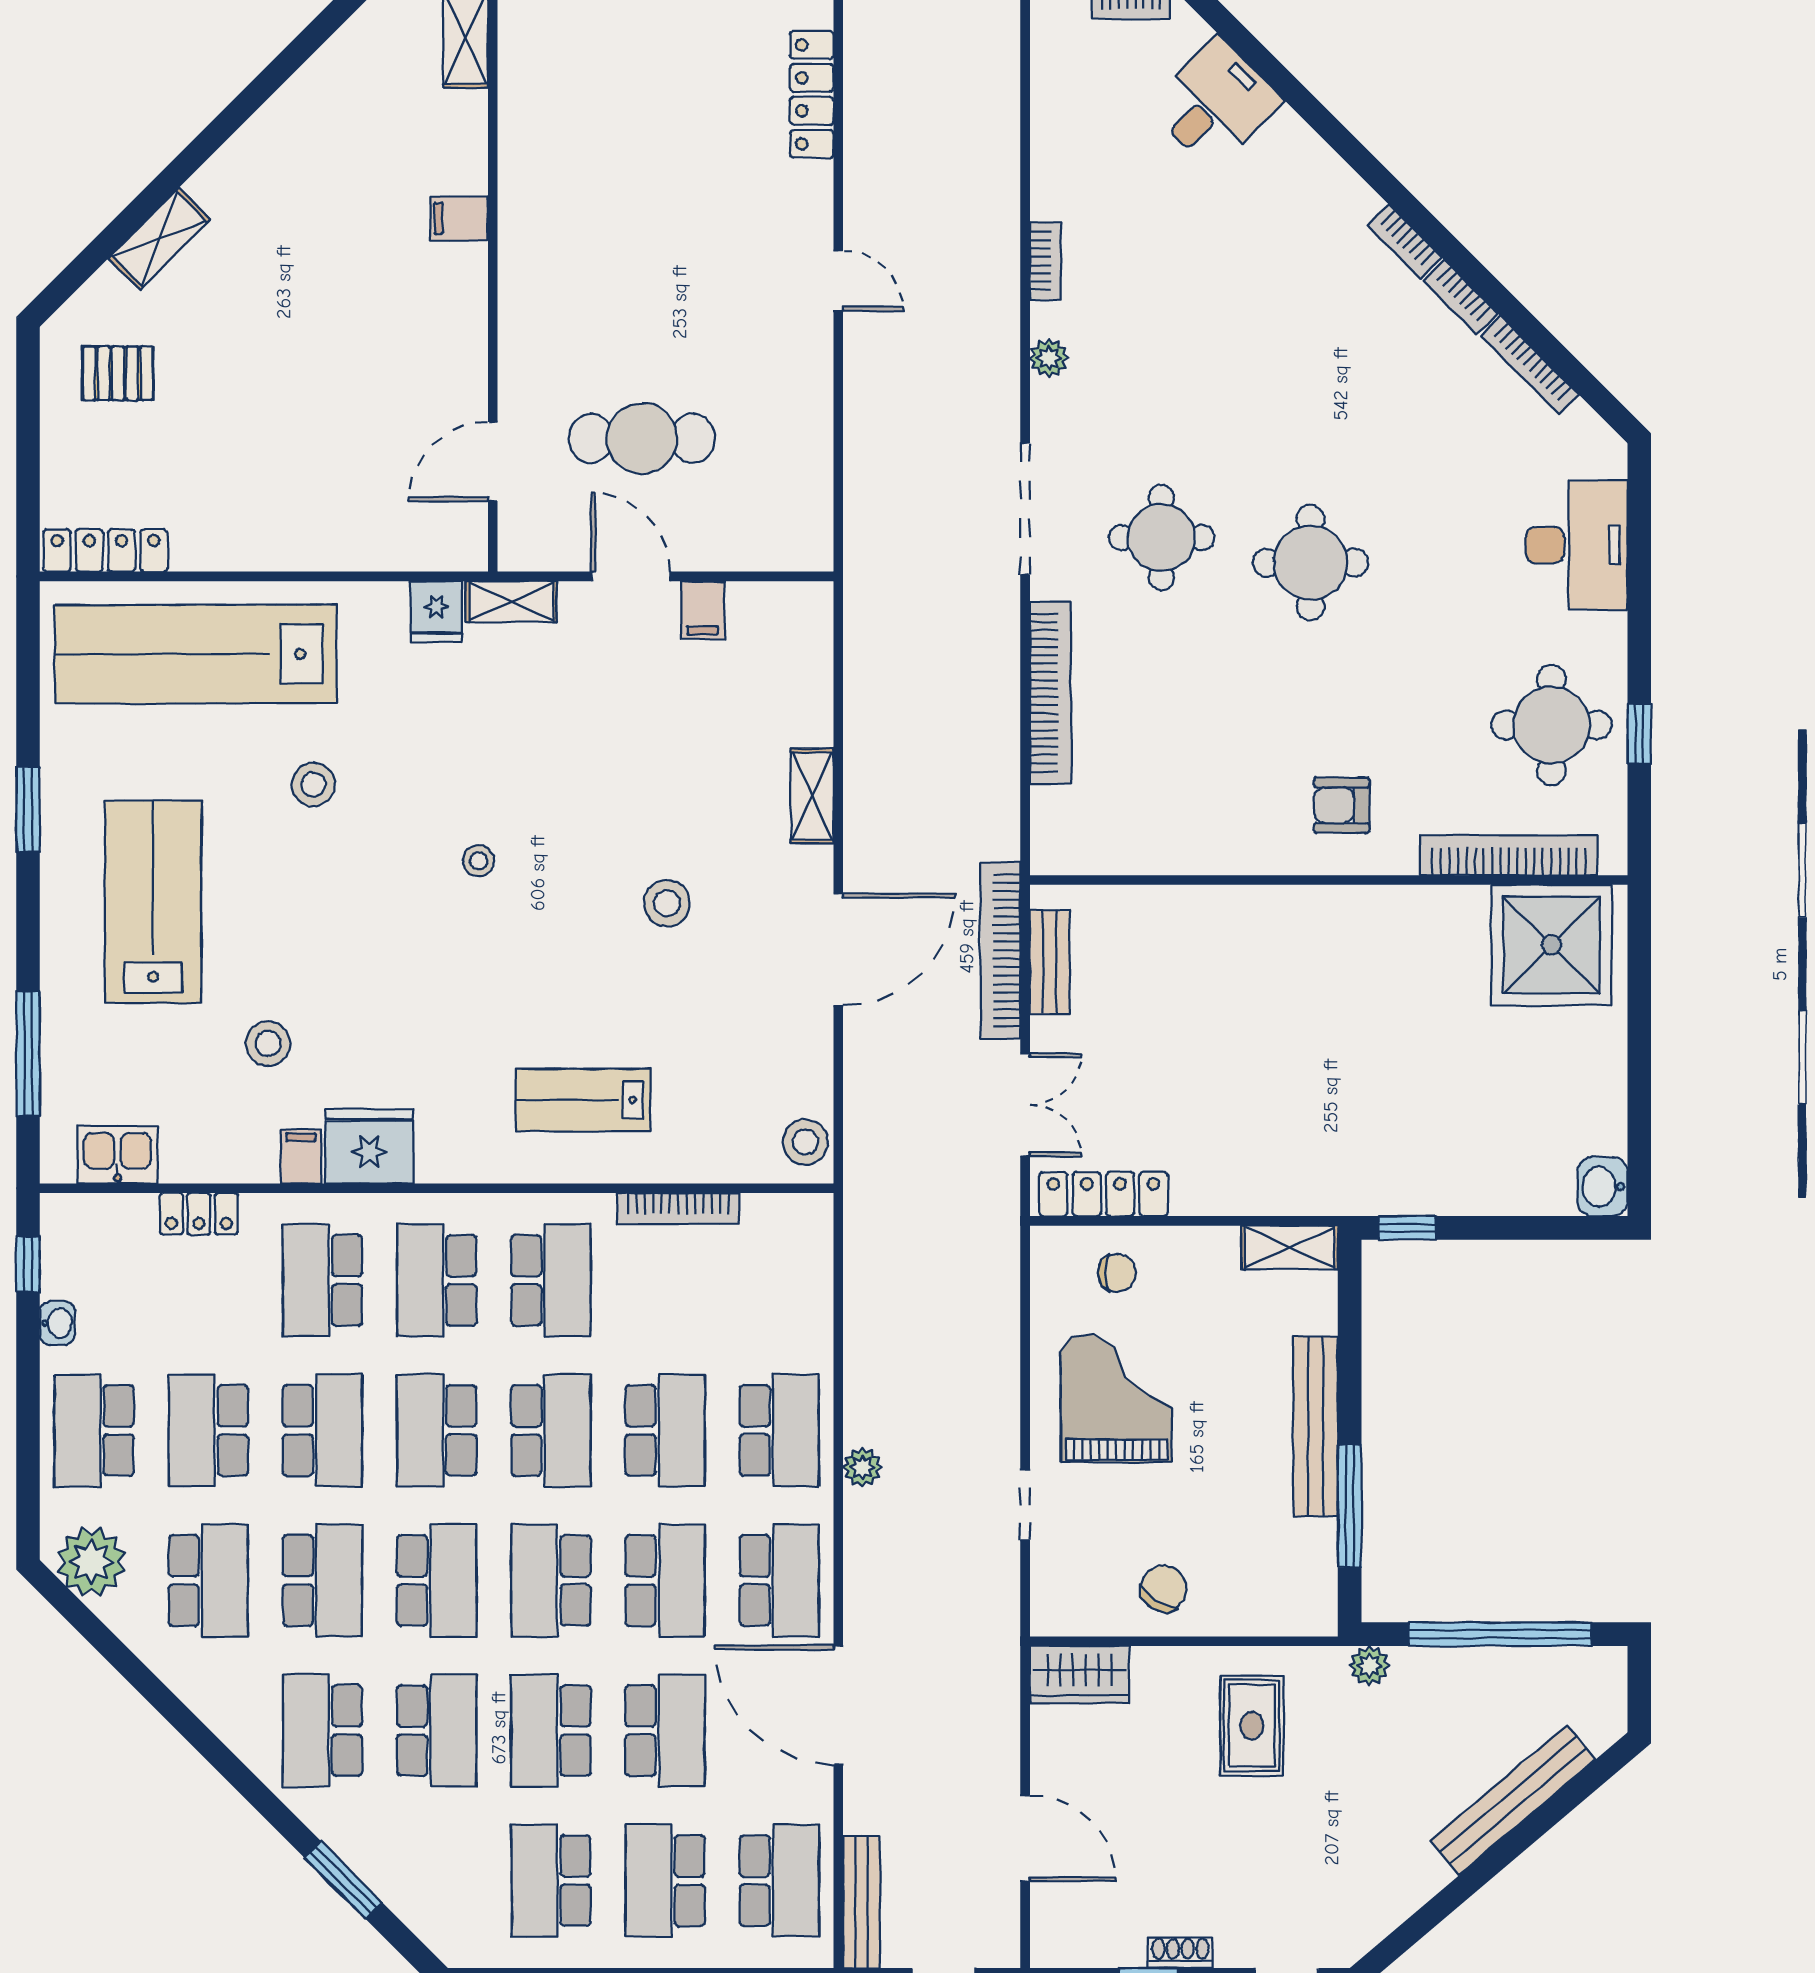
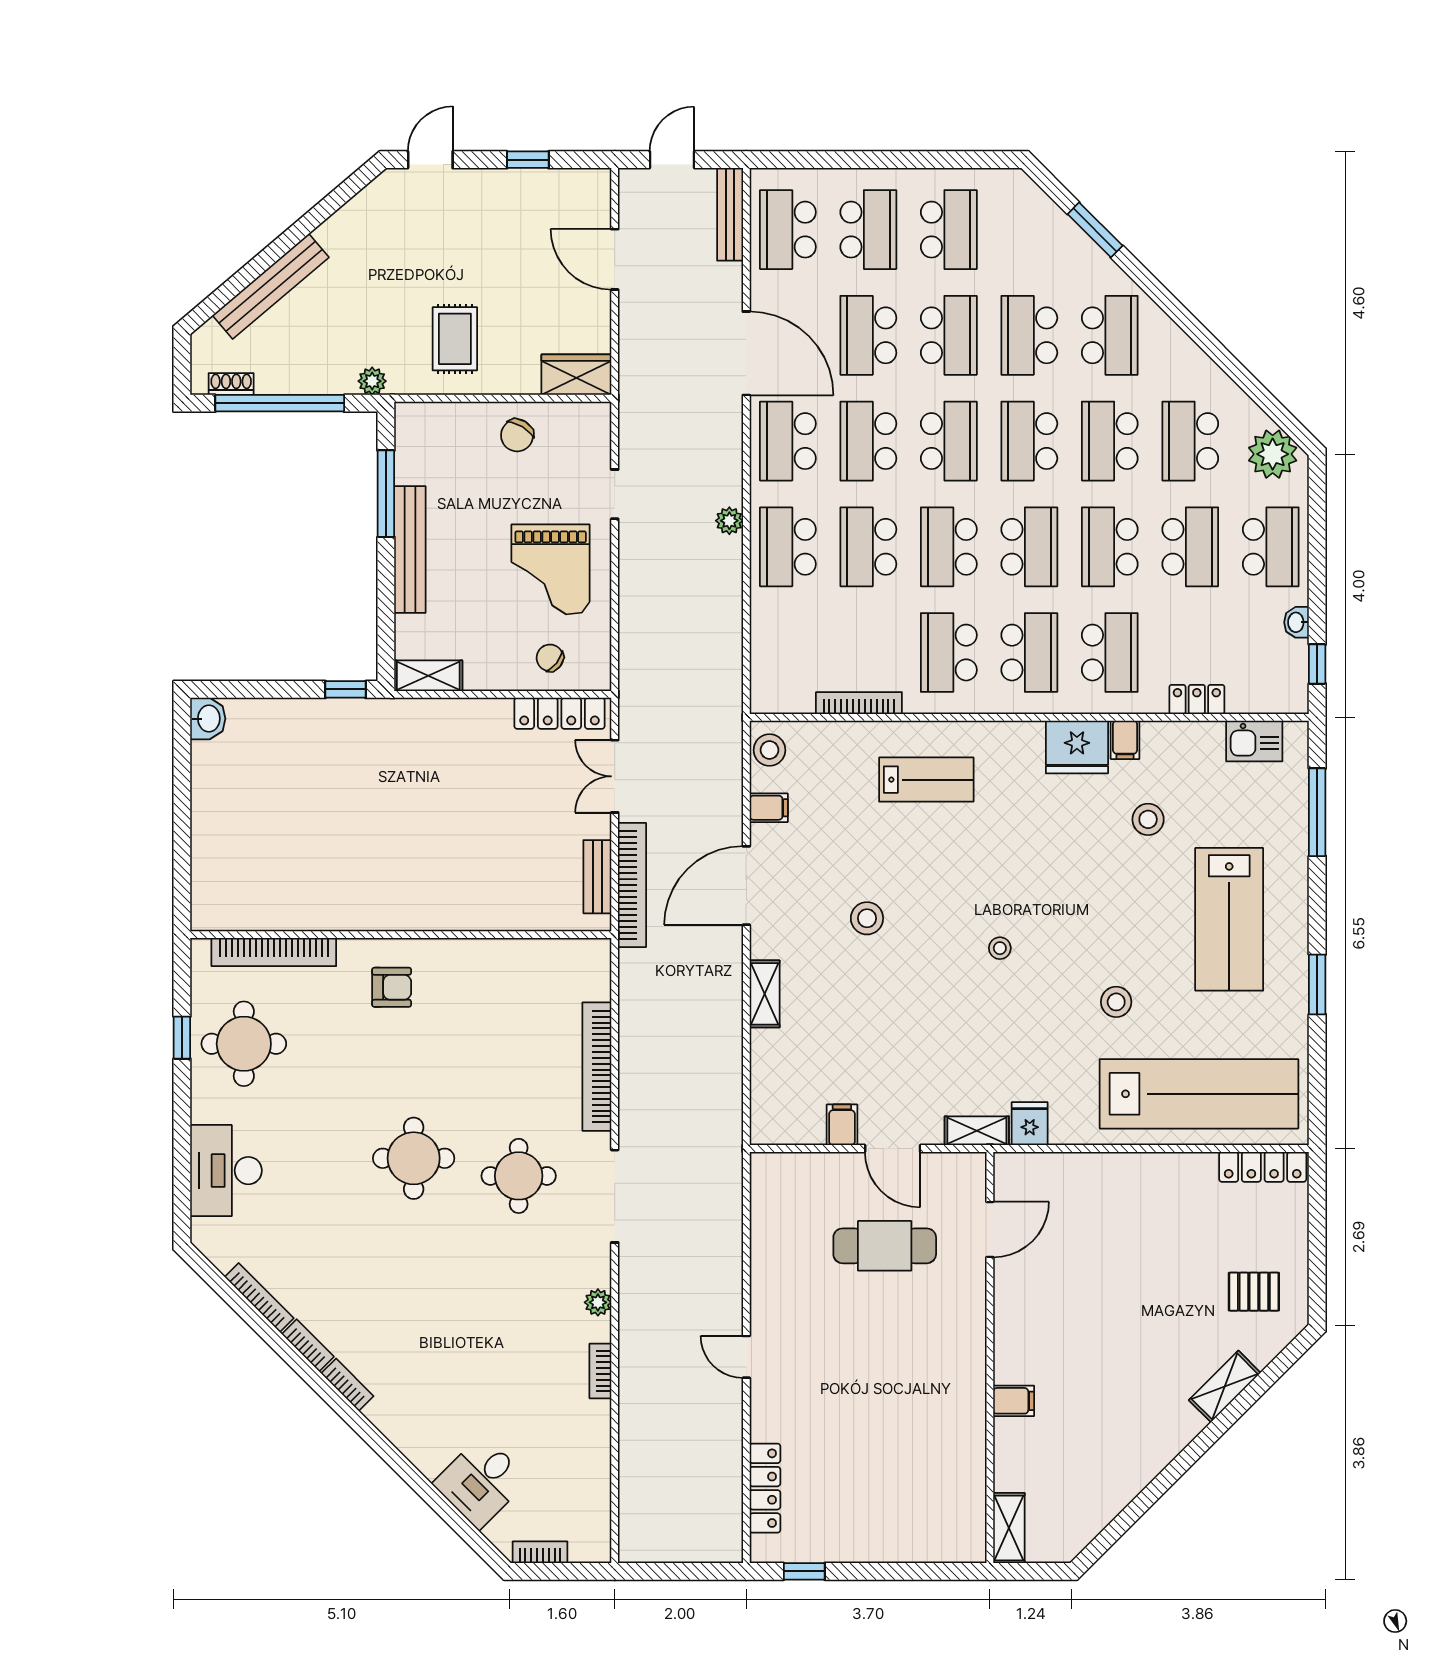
shower: (1551, 945) -> (244, 889), removed
filing cabinet: (806, 1060) -> (769, 808), added
chair: (1117, 1273) -> (550, 658), turned 38
shoe rack: (1180, 1953) -> (231, 384), moved, turned 180

